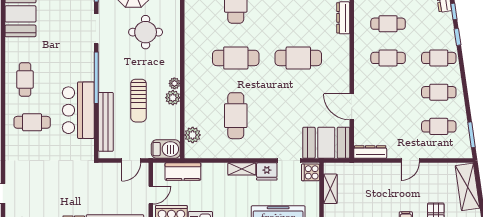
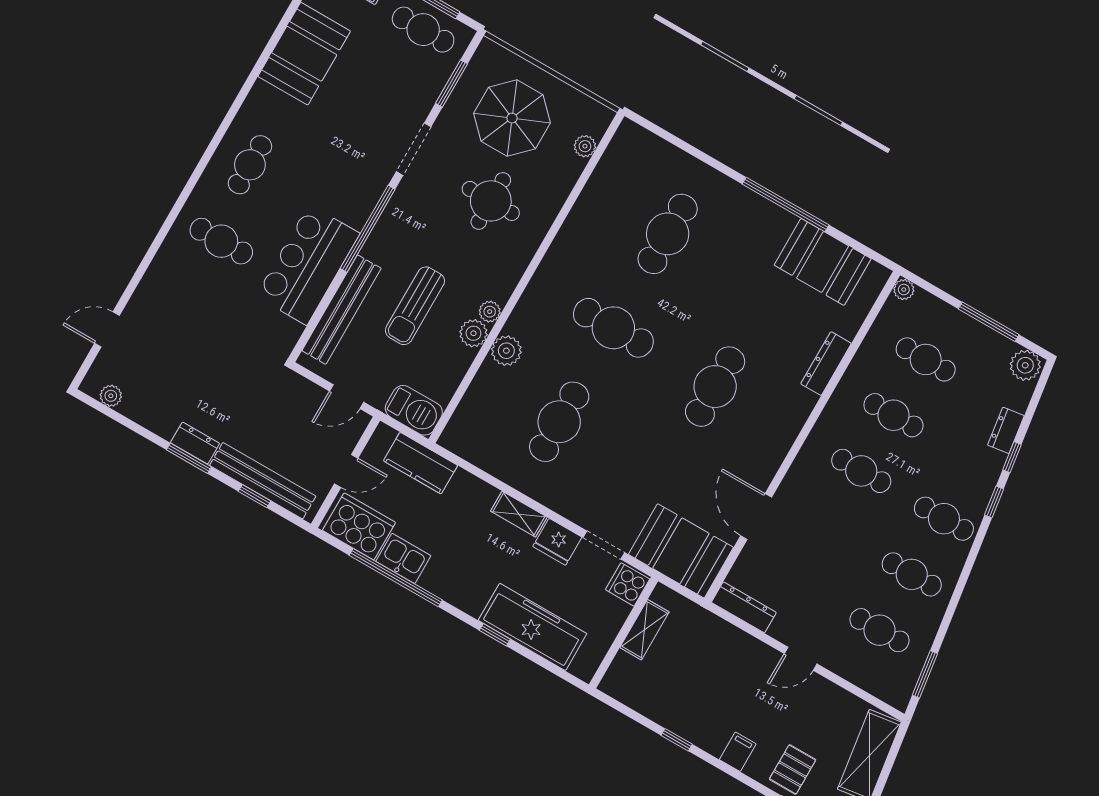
cafe table: (298, 58) -> (715, 387), turned 90
plant: (193, 135) -> (506, 351), moved

